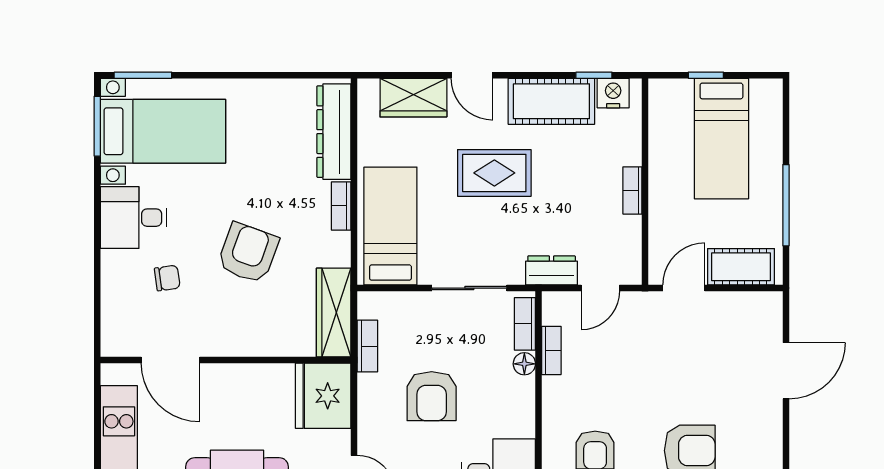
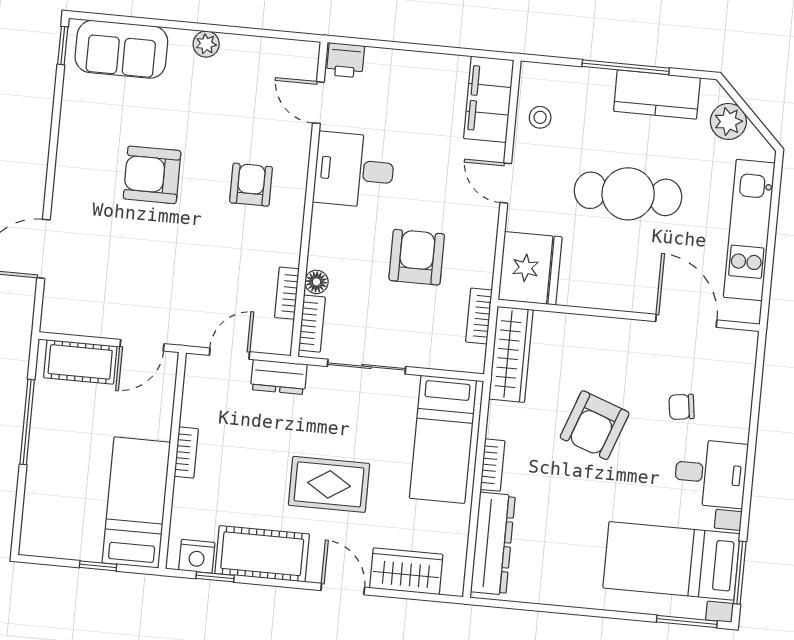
bed: (721, 139) -> (136, 503), moved

